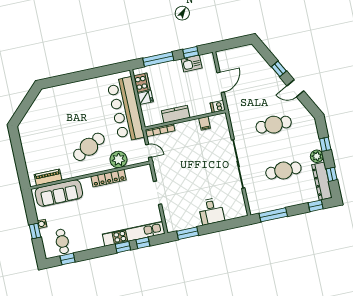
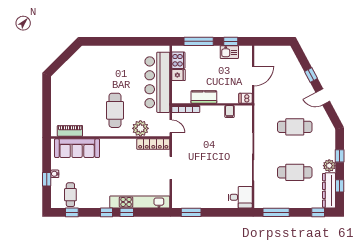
cafe table: (89, 147) -> (115, 110), turned -62
locker: (109, 178) -> (153, 144), moved
desk: (211, 211) -> (240, 197), moved, turned -90
window: (143, 243) -> (106, 212), moved

